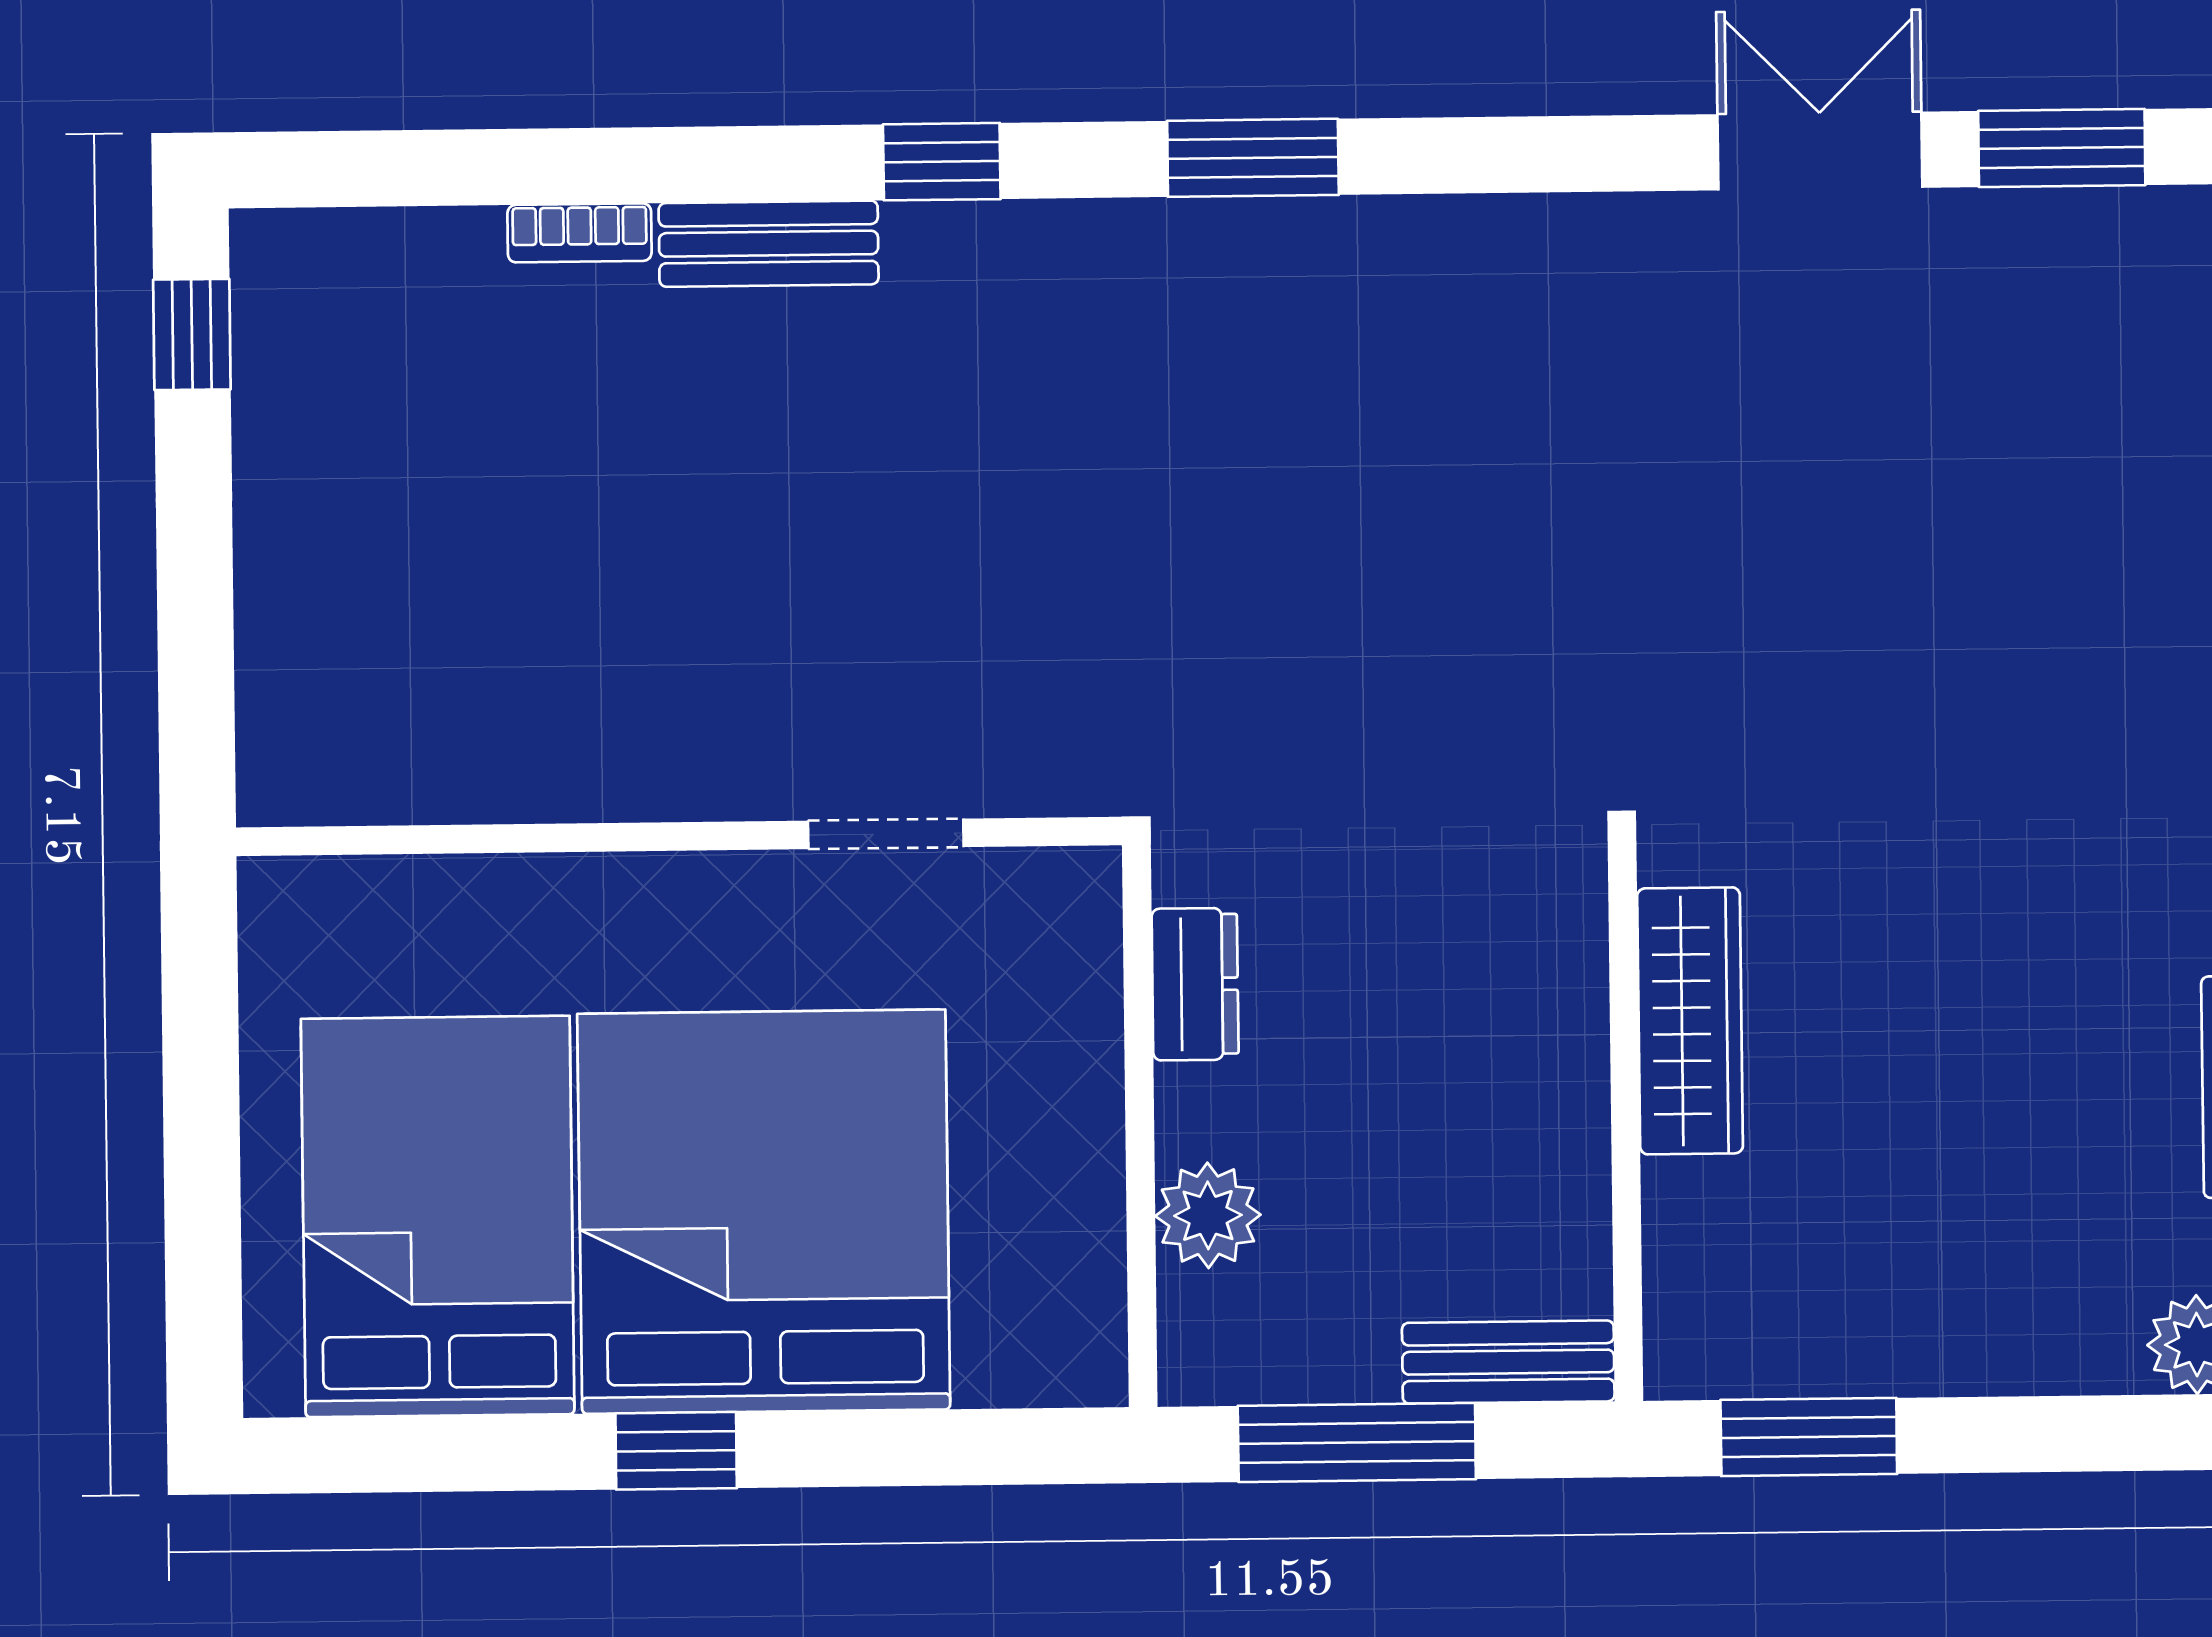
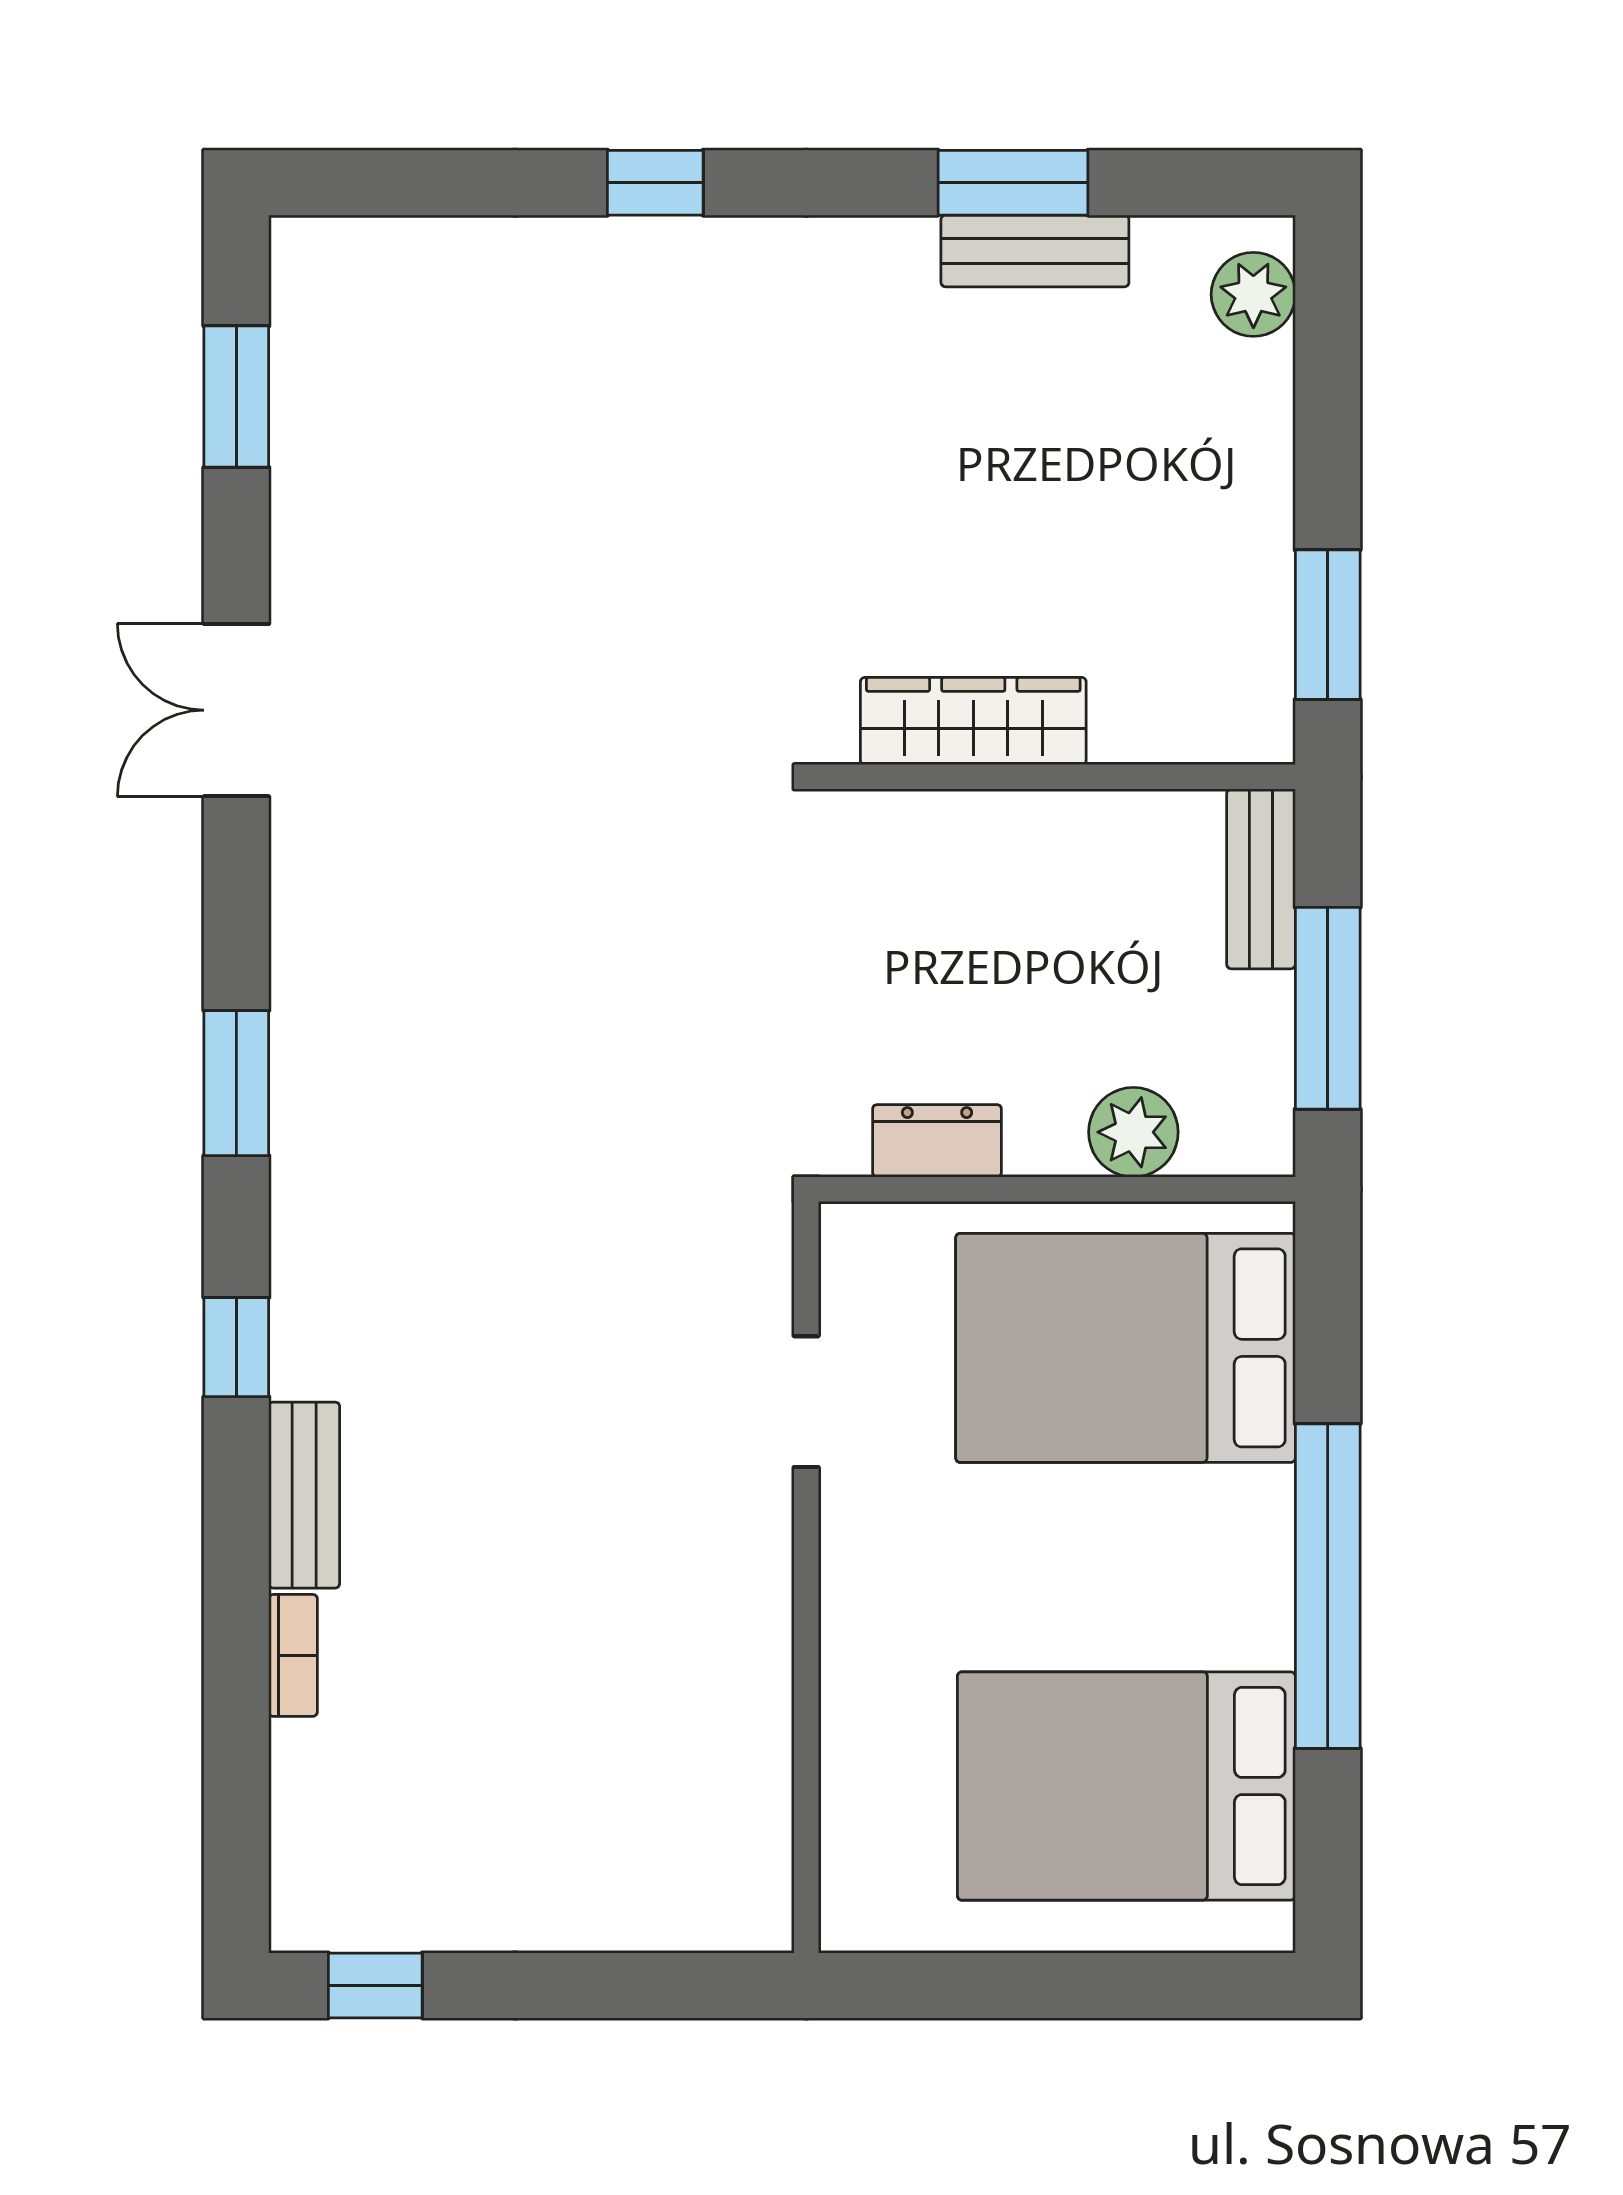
double door: (1820, 151) -> (236, 710), moved
bed: (764, 1212) -> (1126, 1348), moved, width x0.73
window: (676, 1451) -> (1328, 1586), width x3.17

